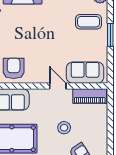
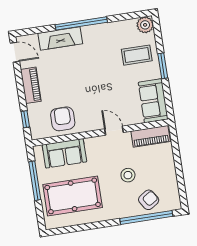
sofa: (85, 73) -> (153, 101), moved, turned -90

